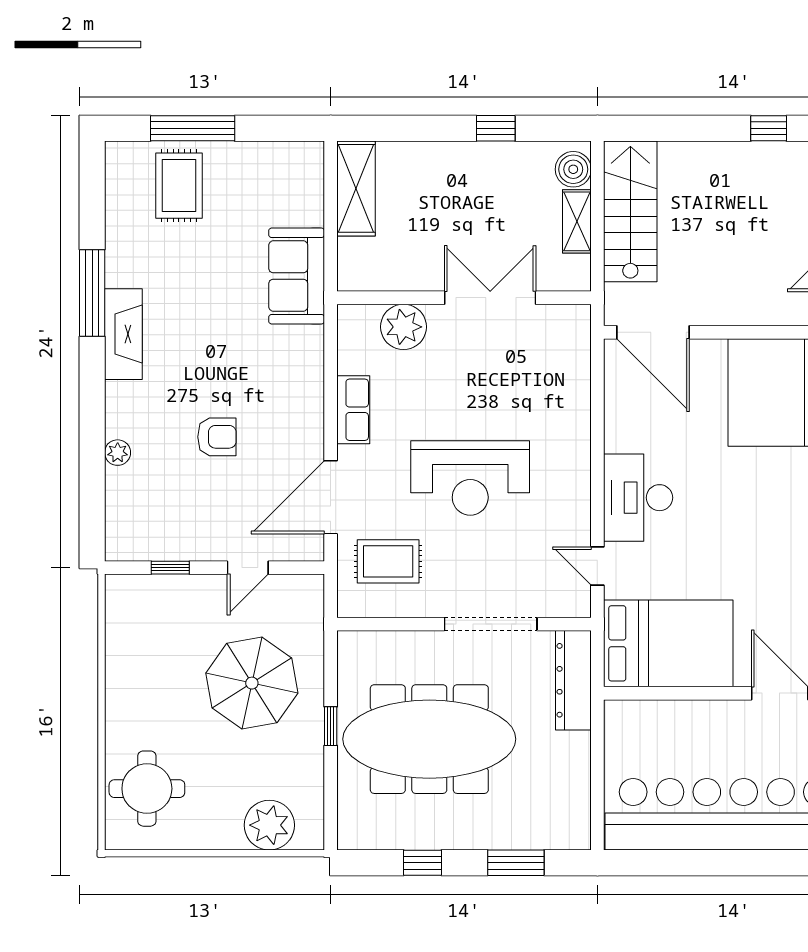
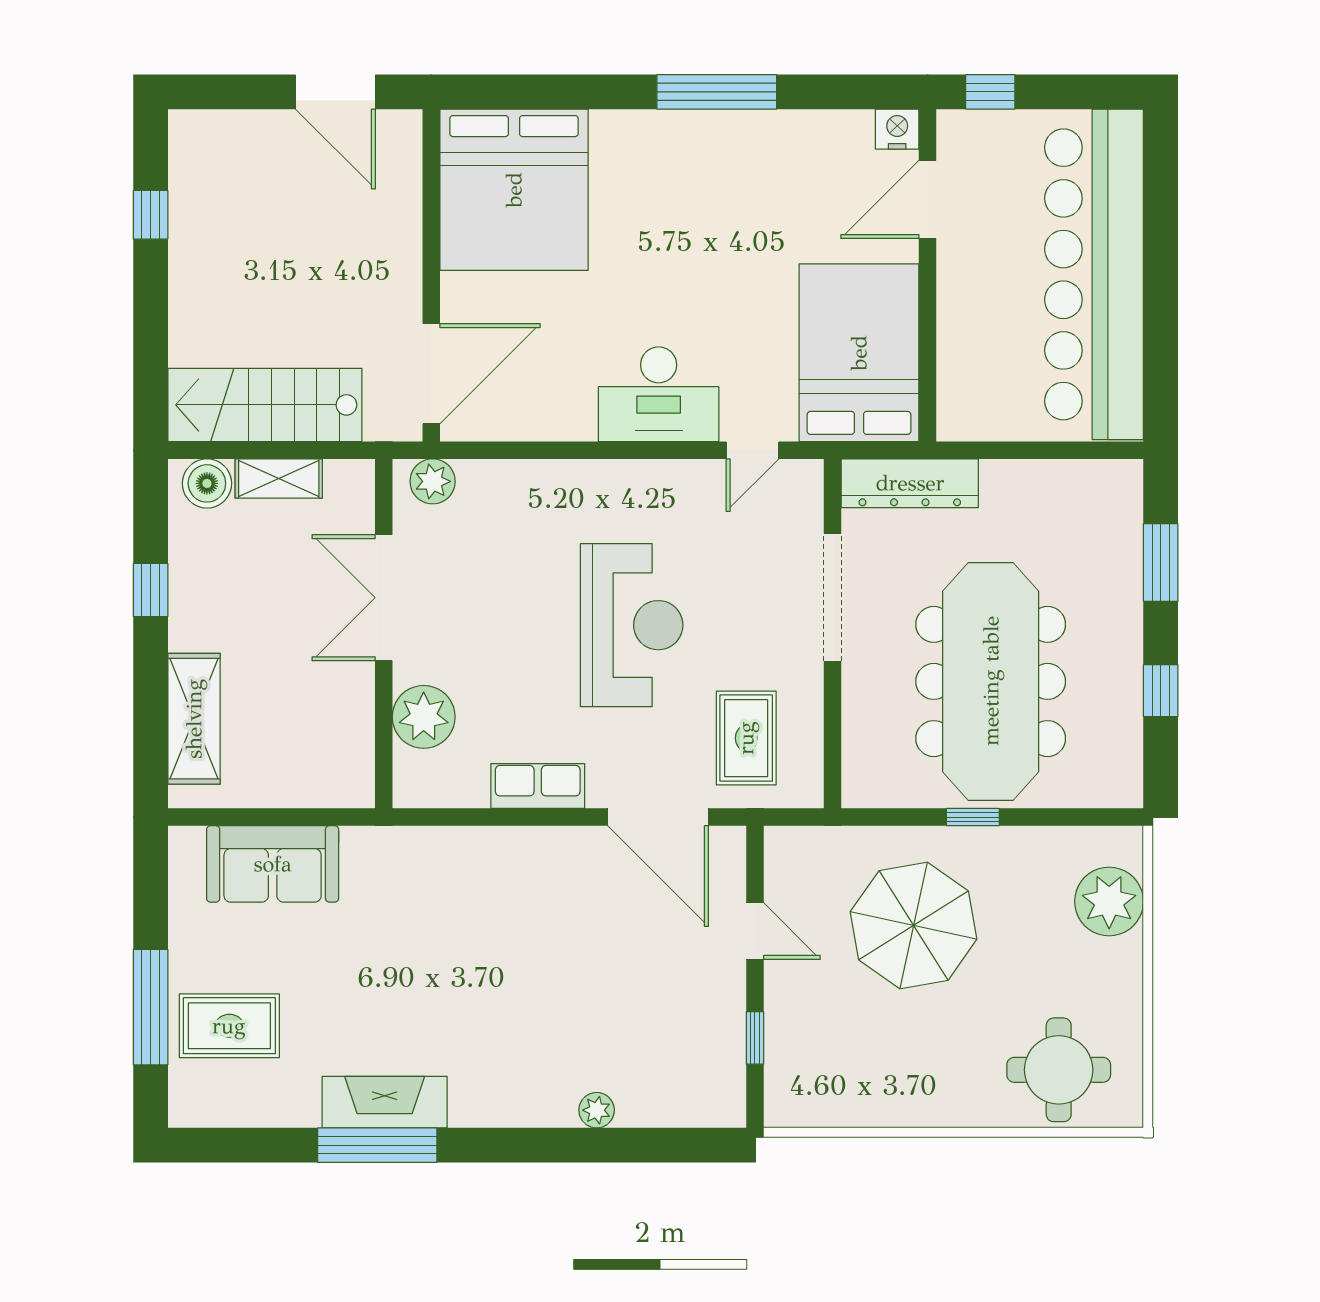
shelving: (356, 188) -> (194, 719), moved, turned 90
sofa: (297, 276) -> (273, 864), moved
plant: (575, 333) -> (433, 481), added
fireplace: (123, 334) -> (385, 1102), moved
armchair: (217, 437) -> (575, 974), removed

